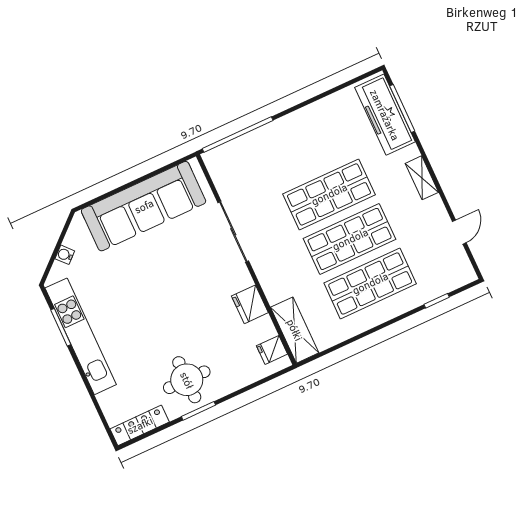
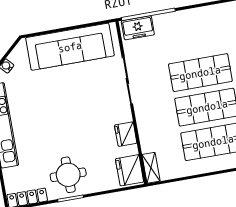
freezer: (228, 156) -> (138, 28), added
shelving: (295, 330) -> (151, 168), width x0.67, depth x0.75
fridge: (272, 350) -> (130, 170), width x1.88, depth x1.34

